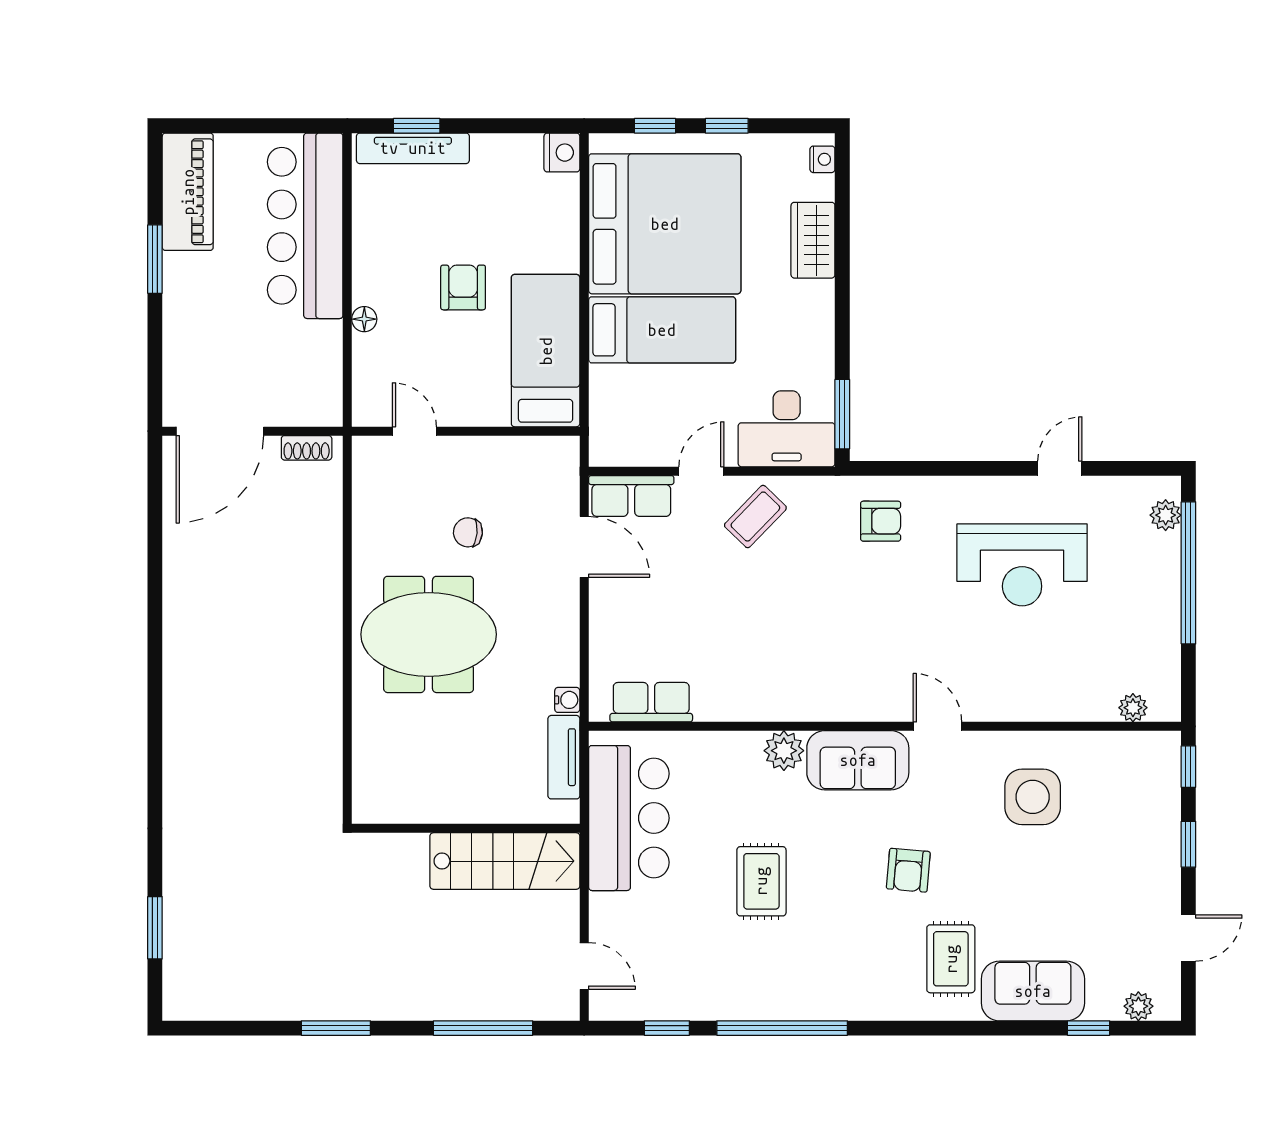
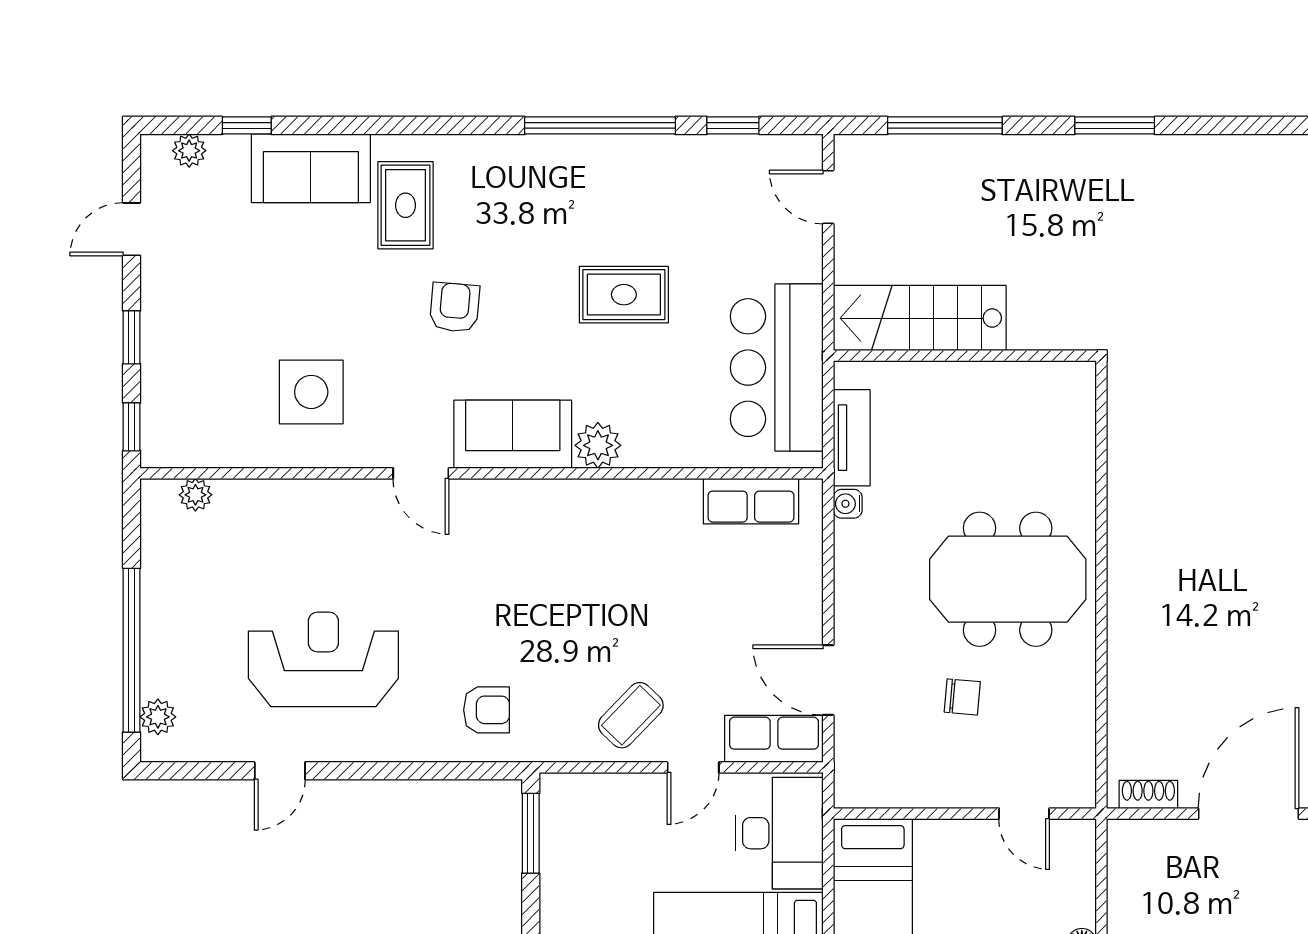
desk: (787, 429) -> (779, 833), moved, turned 90
armchair: (881, 521) -> (486, 710), turned 180
rug: (761, 881) -> (624, 295), turned 90

